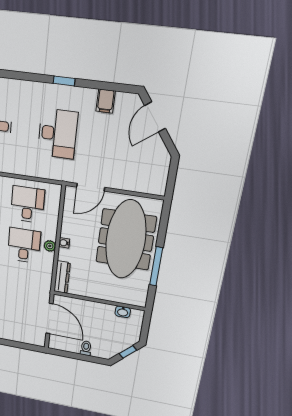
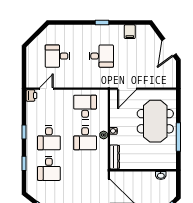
door: (155, 117) -> (169, 47), moved
desk: (58, 134) -> (101, 56), width x0.73
meeting table: (126, 240) -> (155, 121), width x0.73
desk: (24, 245) -> (85, 138), turned 180

